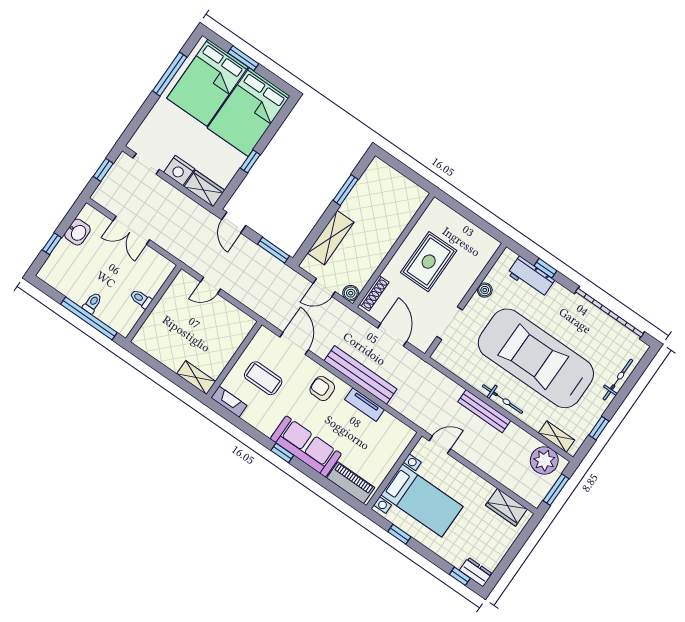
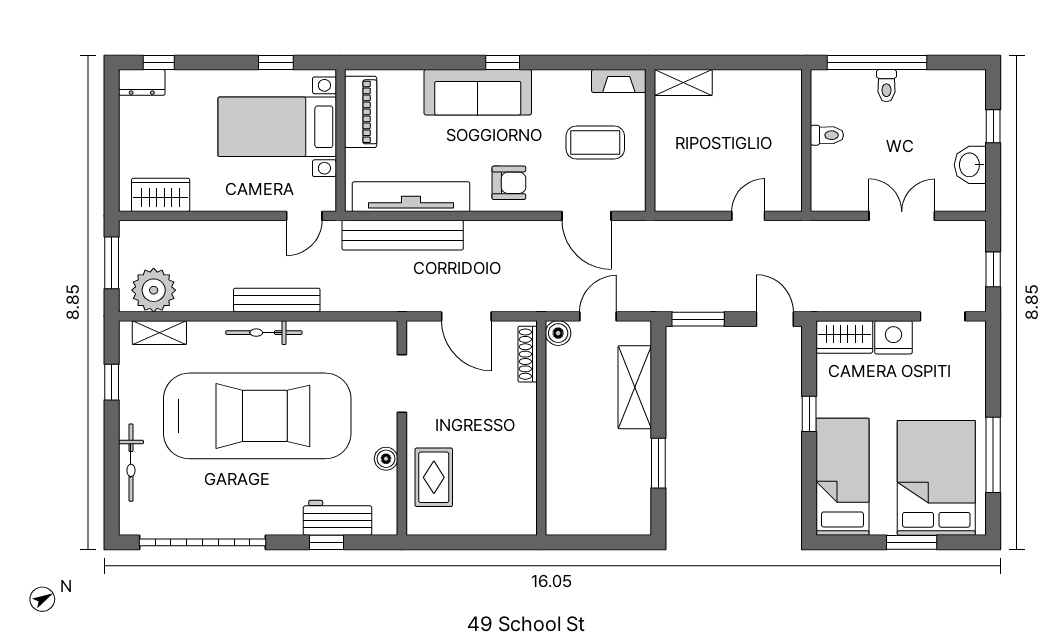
bed: (249, 112) -> (842, 477), width x0.67
rug: (429, 262) -> (434, 477), moved, width x0.73, depth x0.70
bench: (360, 375) -> (403, 235), moved
tv unit: (364, 405) -> (411, 197), width x1.92, depth x1.29
piano: (351, 483) -> (361, 112), moved, turned -90

